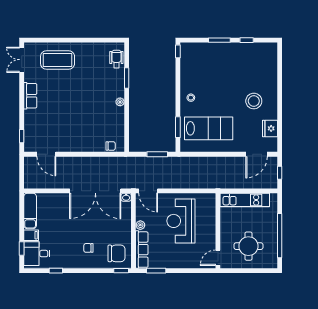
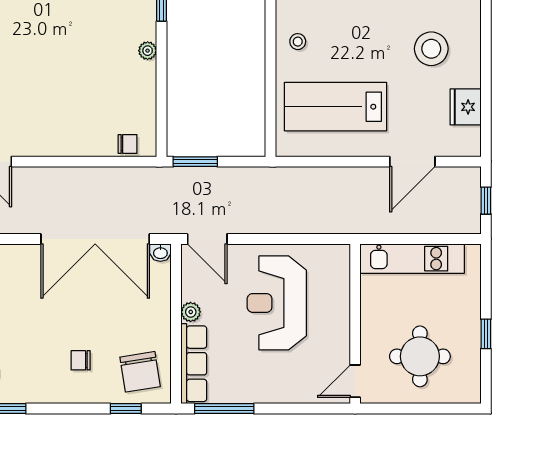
window: (178, 127) -> (270, 104), removed
lab bench: (209, 128) -> (336, 107), turned 180
window: (157, 154) -> (195, 162), moved
door: (257, 154) -> (412, 162), moved
window: (280, 236) -> (486, 334), width x0.32
chair: (117, 253) -> (140, 372), turned 81
window: (121, 271) -> (126, 409), moved
window: (156, 271) -> (224, 409), width x1.44

